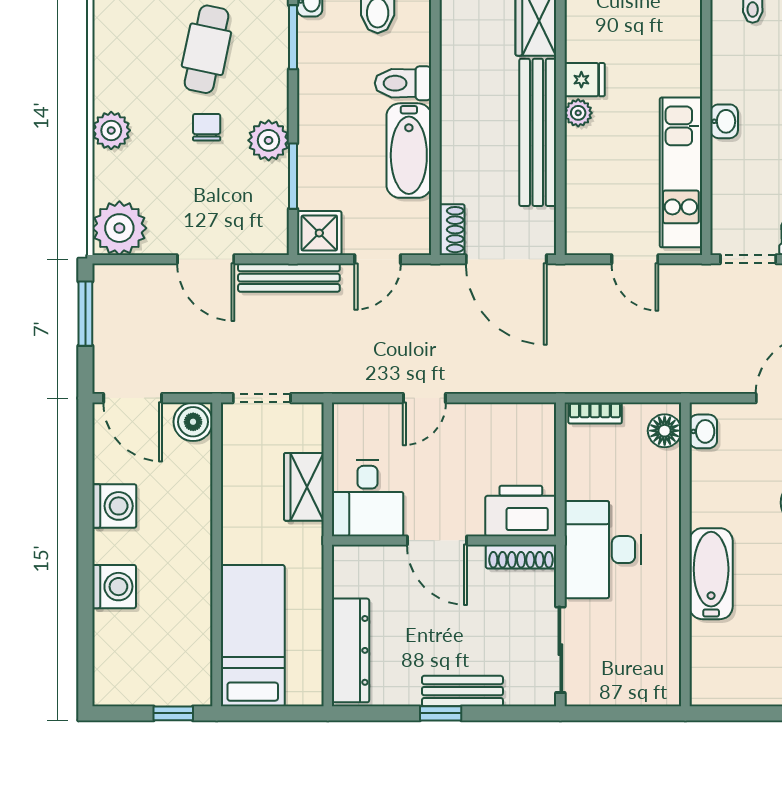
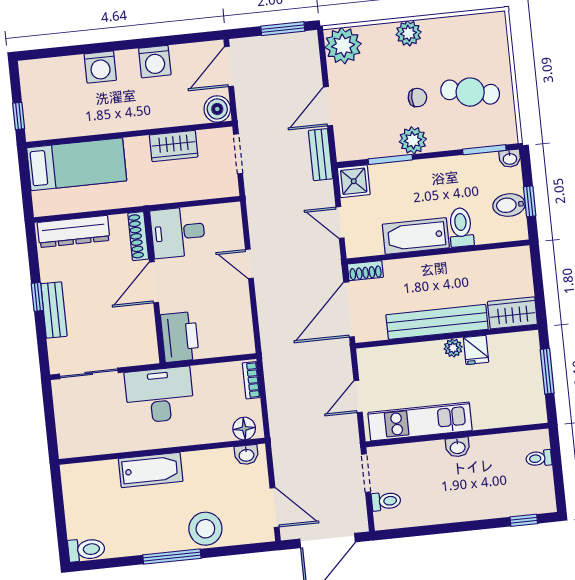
bench: (289, 278) -> (320, 155), width x0.73
wardrobe: (304, 487) -> (174, 146), moved, turned 180
shoe rack: (521, 557) -> (138, 236), moved

